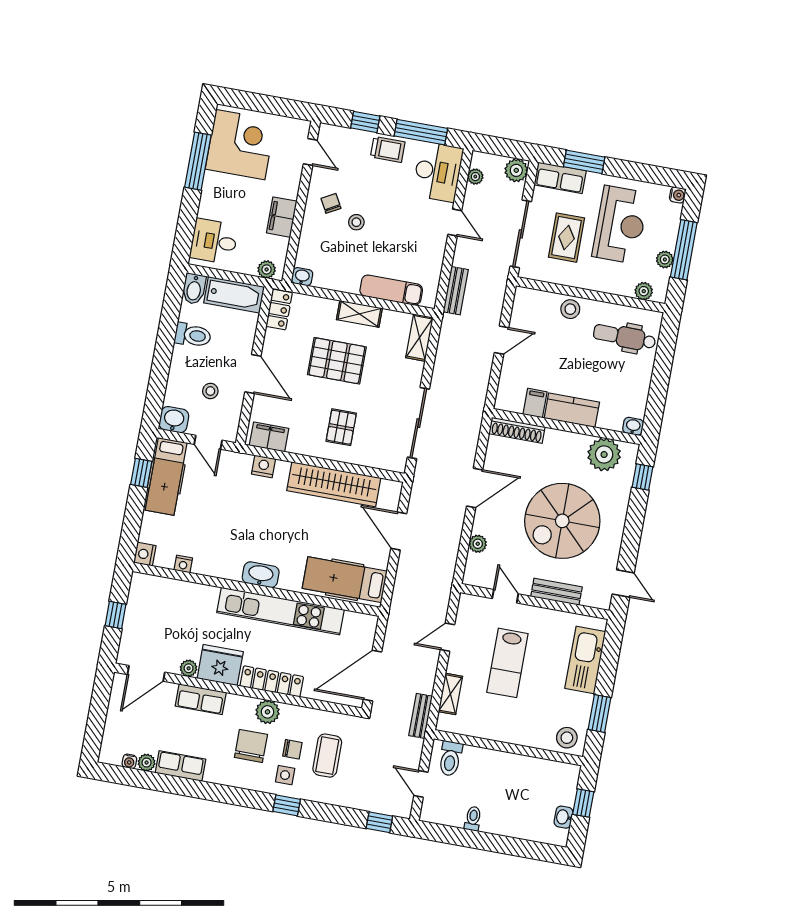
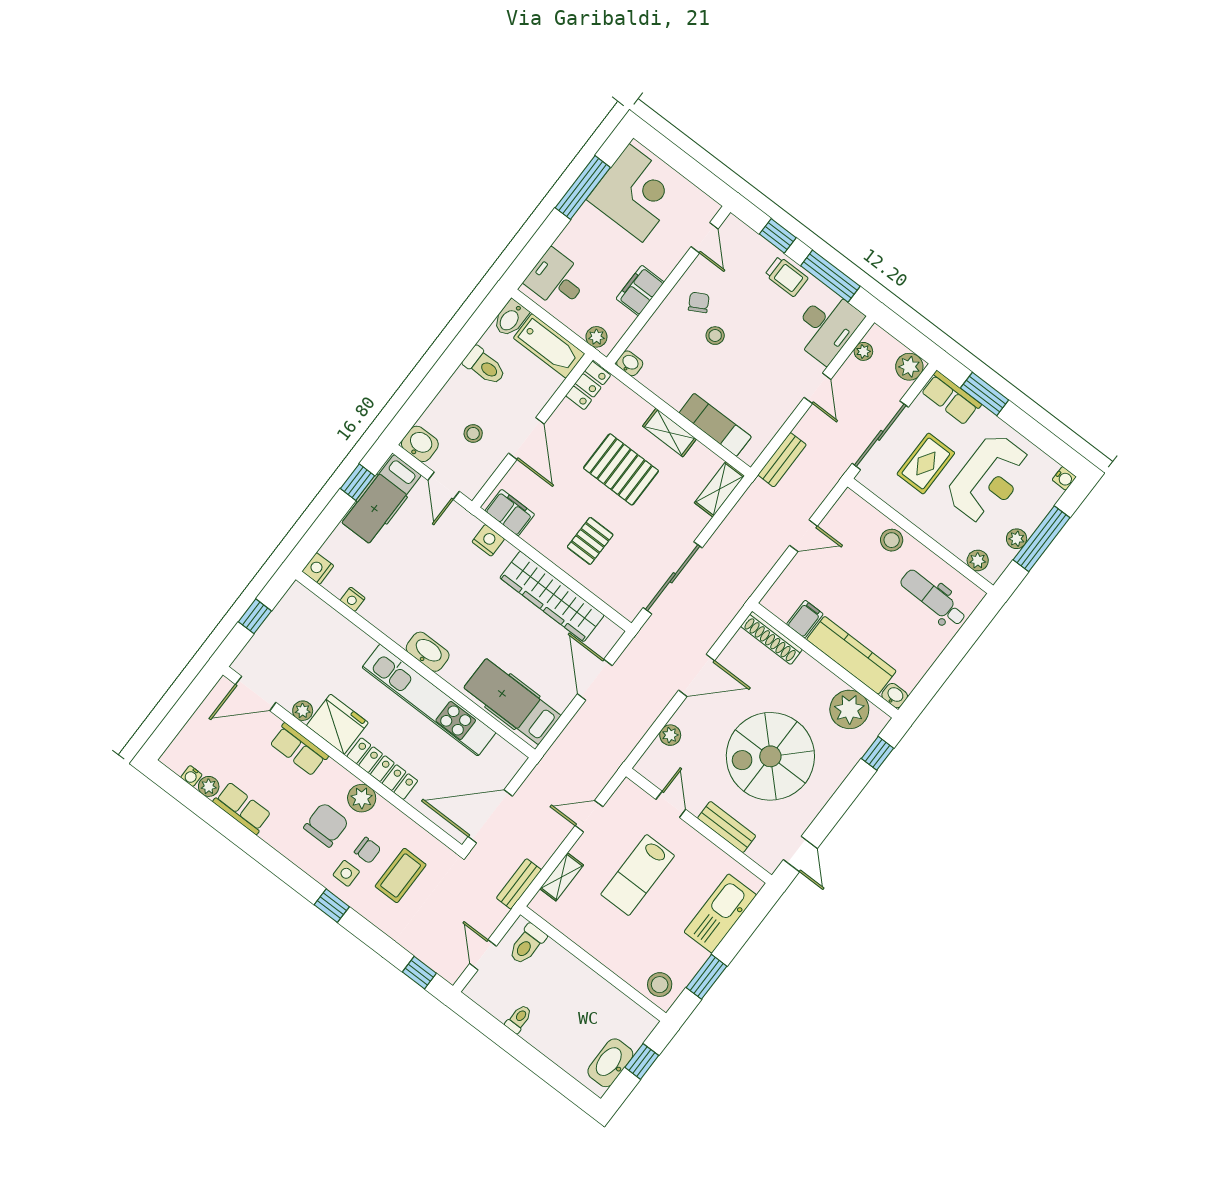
kitchen counter: (572, 410) -> (851, 655), width x1.50
washbasin: (564, 817) -> (610, 1063), width x1.91, depth x1.45

